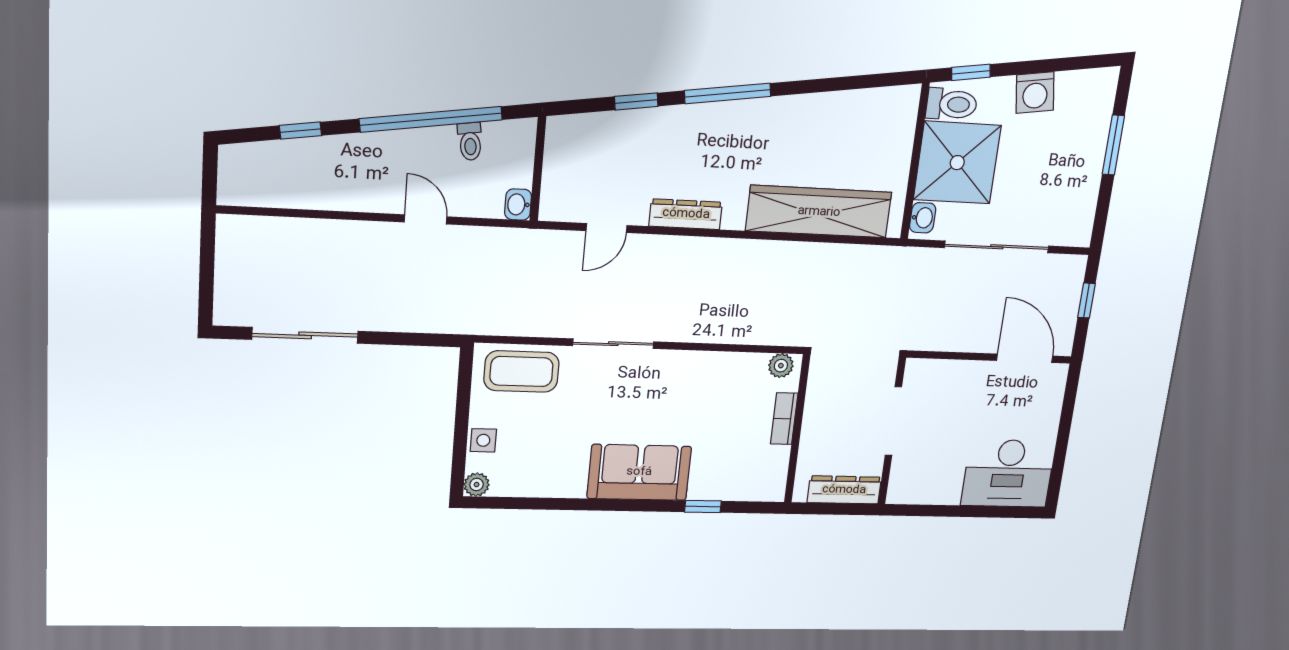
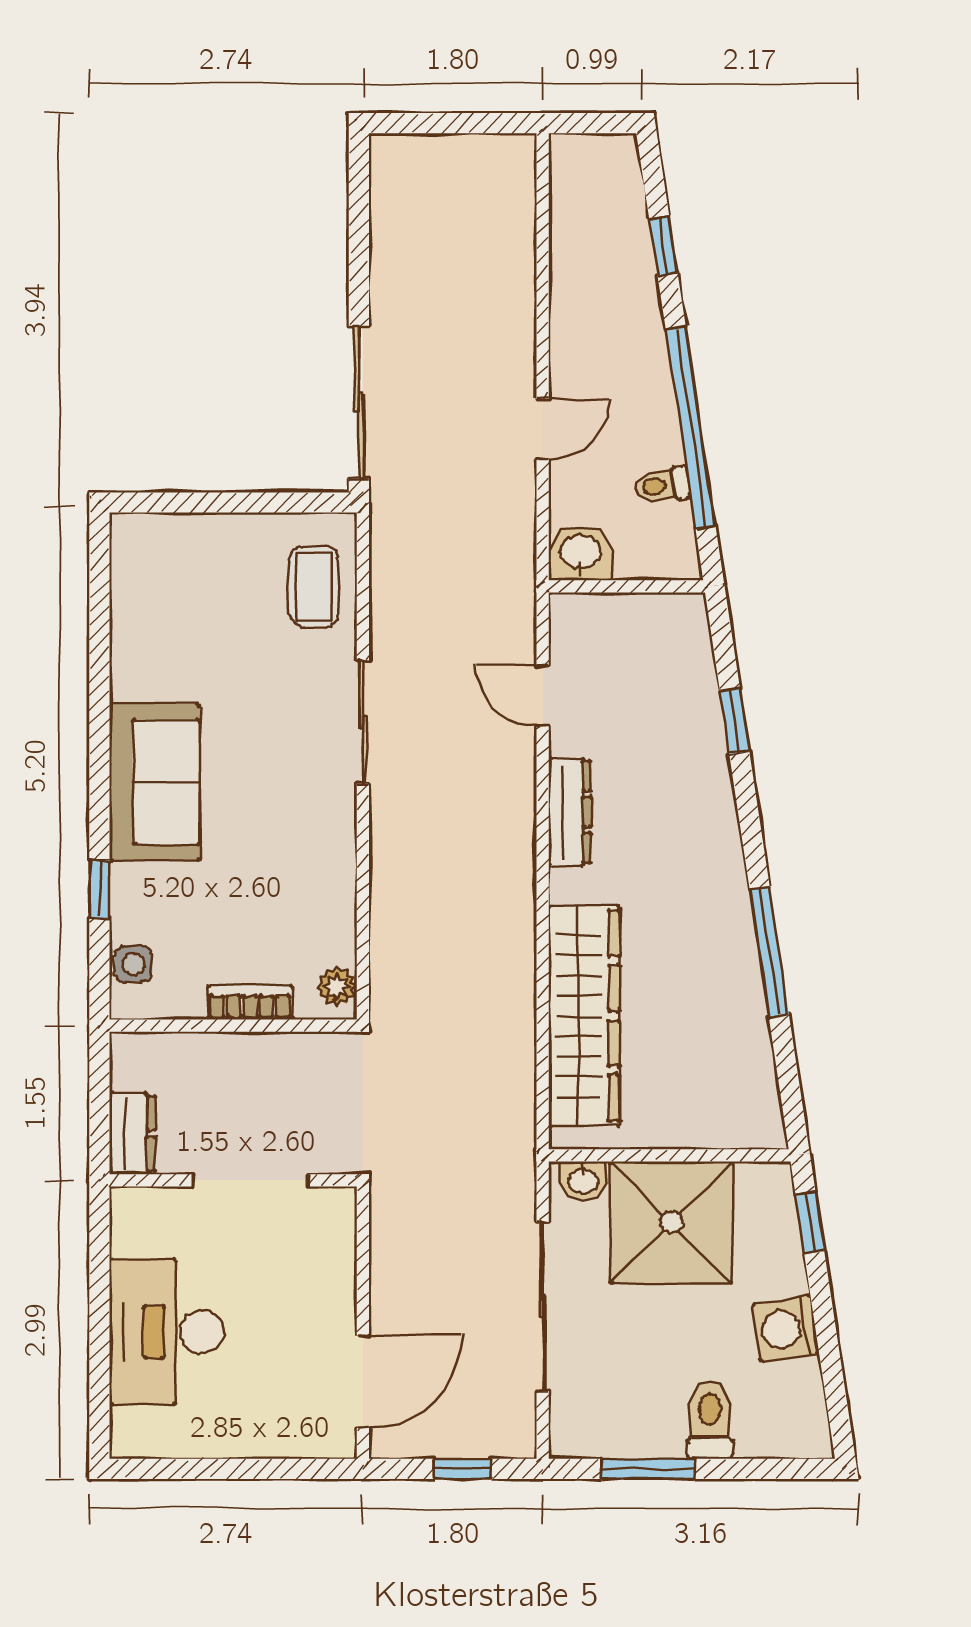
window: (728, 93) -> (769, 952), moved
toilet: (952, 104) -> (710, 1420), moved, turned 180
window: (1113, 145) -> (648, 1469), moved
washbasin: (518, 204) -> (581, 553), width x1.38, depth x1.45
sliding door: (305, 335) -> (359, 402), moved
coffee table: (521, 371) -> (314, 587), width x0.73, depth x0.77
side table: (483, 440) -> (133, 964), moved
desk: (1008, 473) -> (167, 1332), moved
plant: (477, 485) -> (129, 532), removed
dresser: (844, 490) -> (132, 1133), width x0.70

